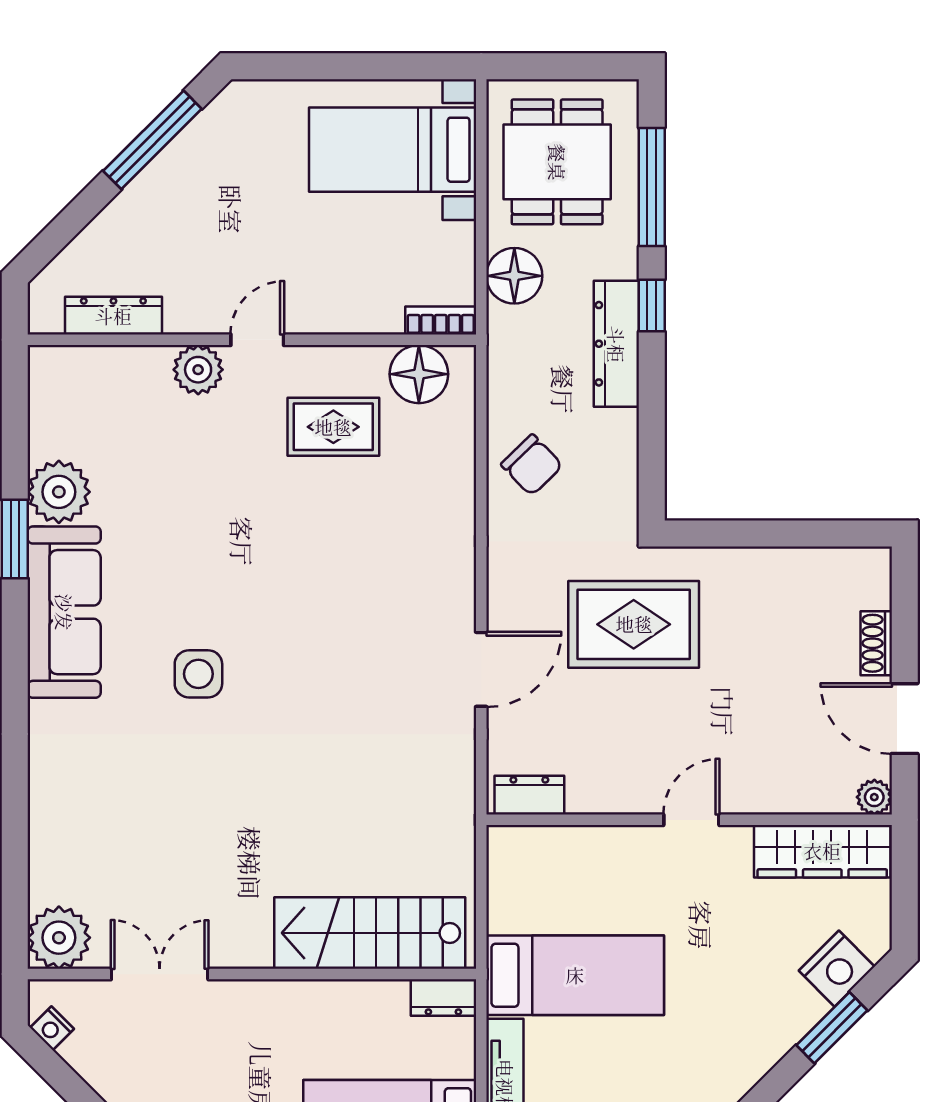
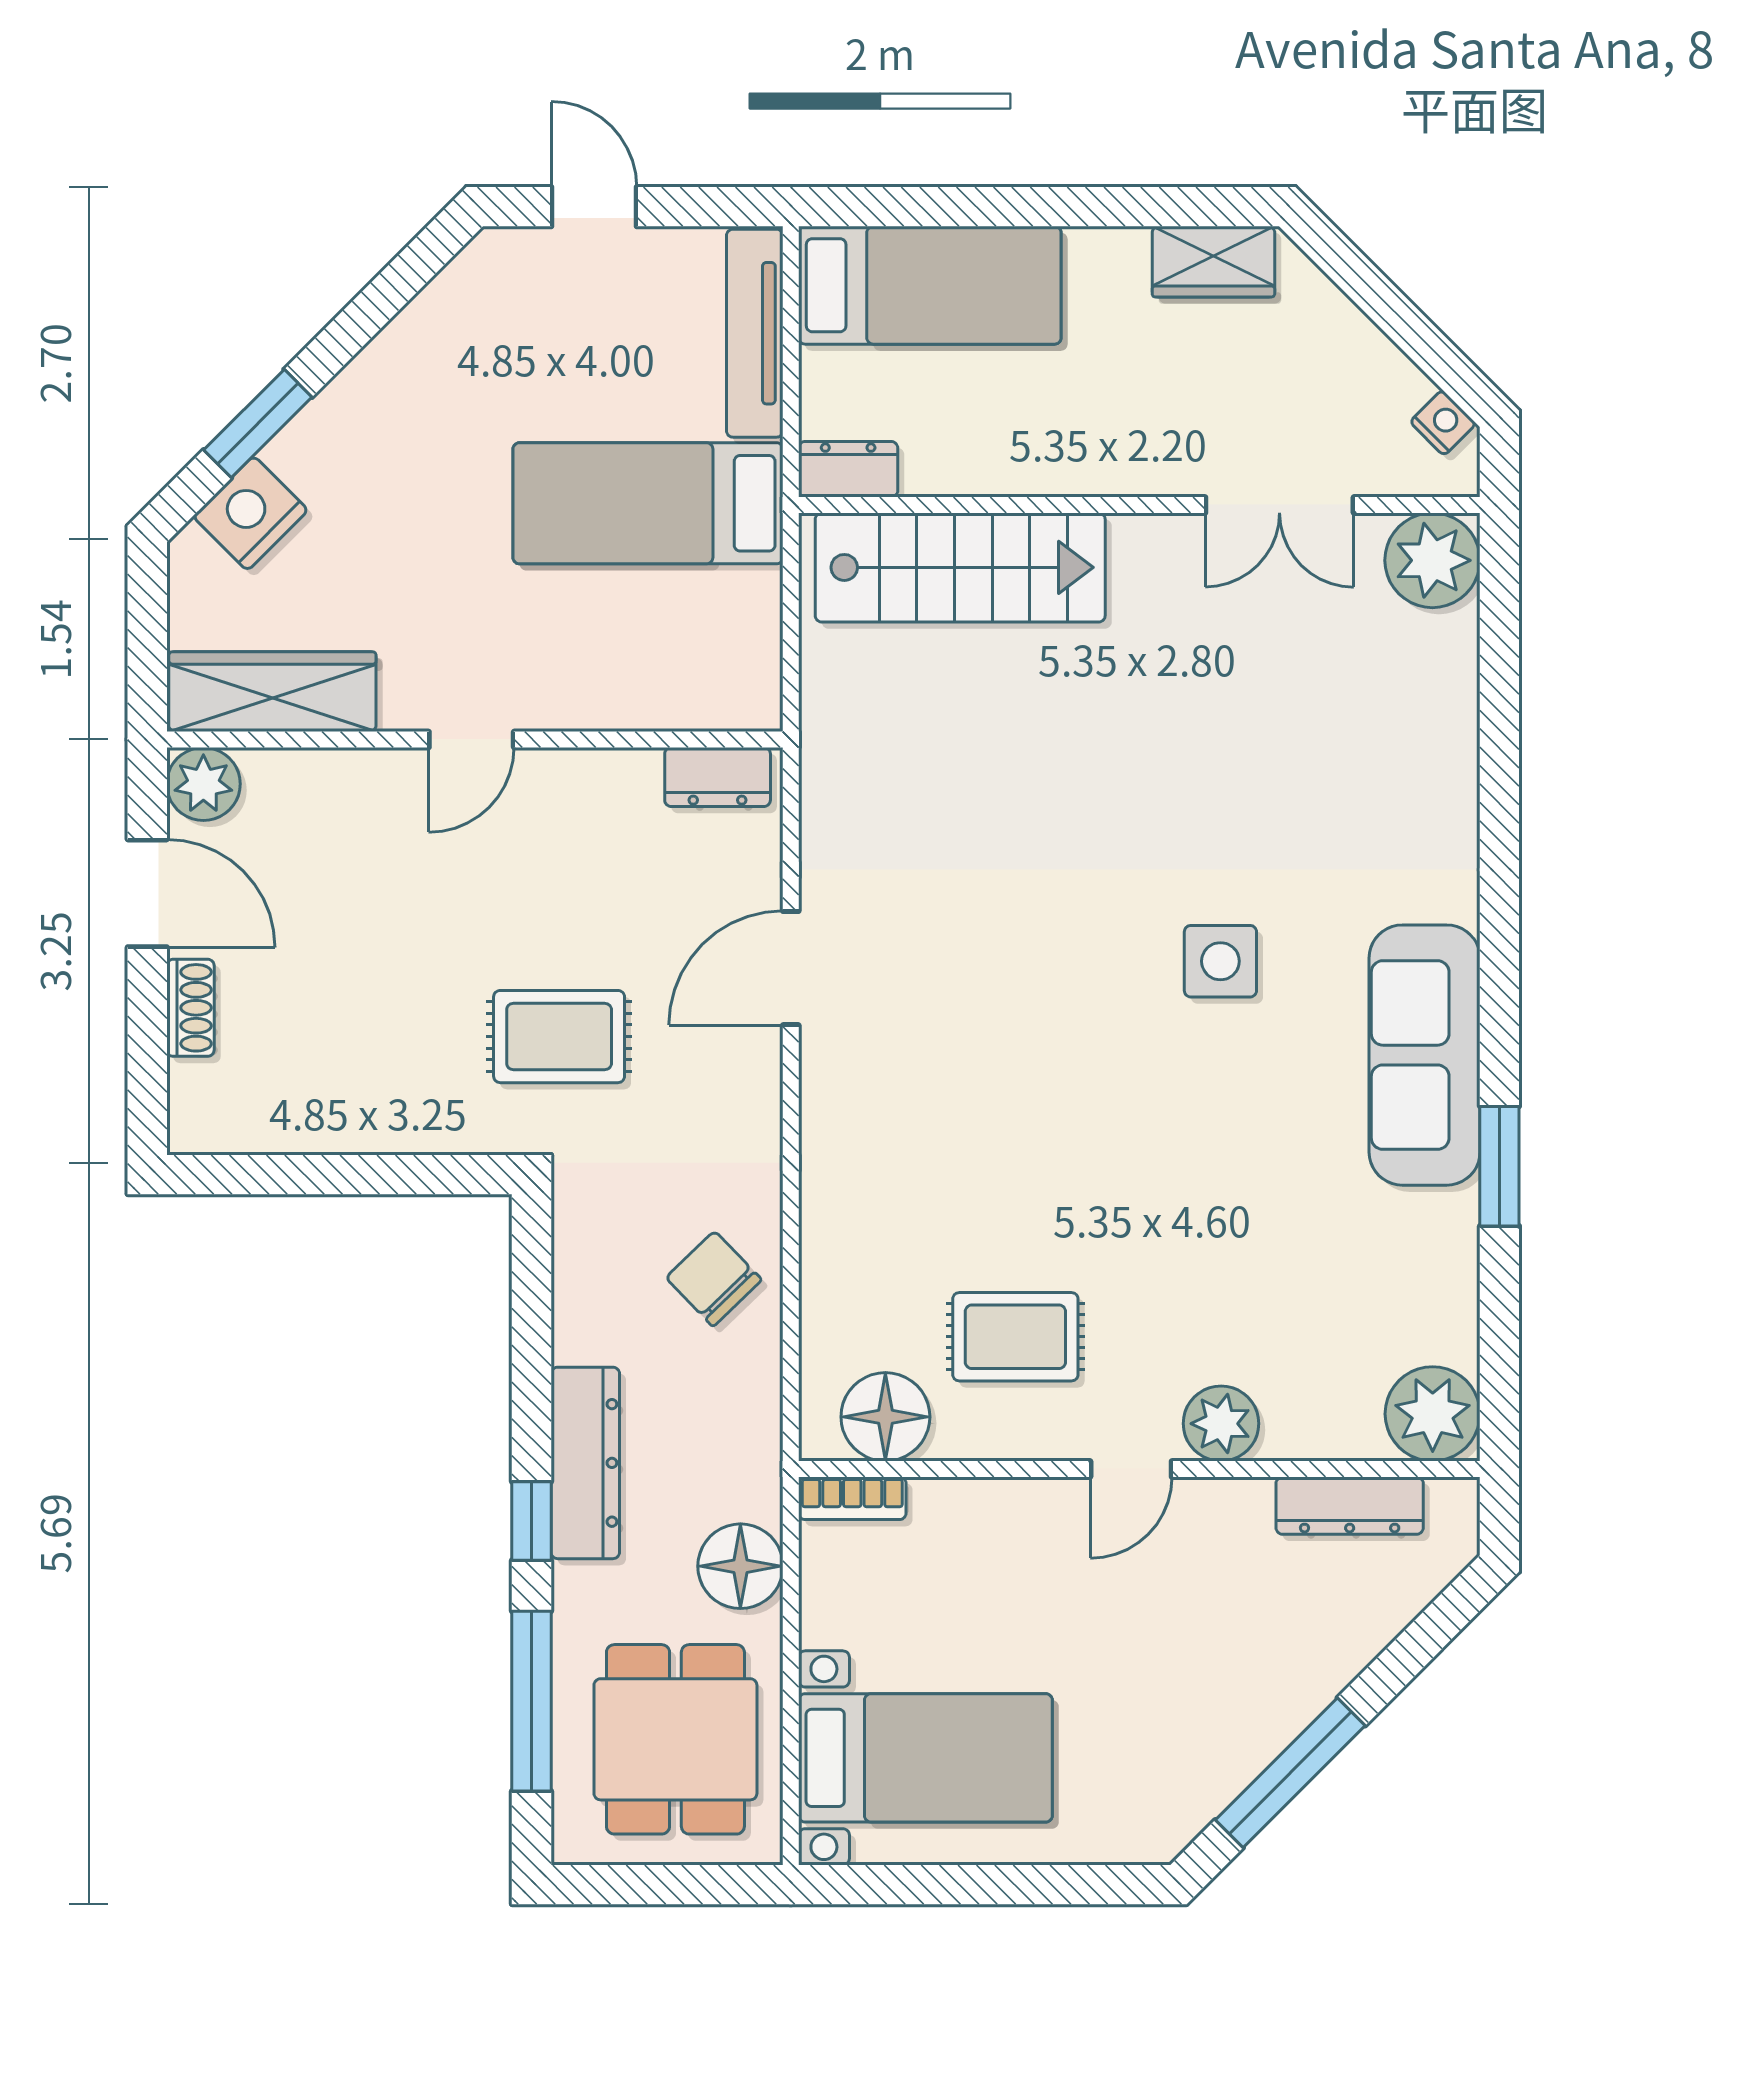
plant: (59, 492) -> (1433, 1414), moved
rug: (634, 624) -> (559, 1037), width x0.73, depth x0.70
plant: (874, 797) -> (203, 784), width x1.38, depth x1.38

